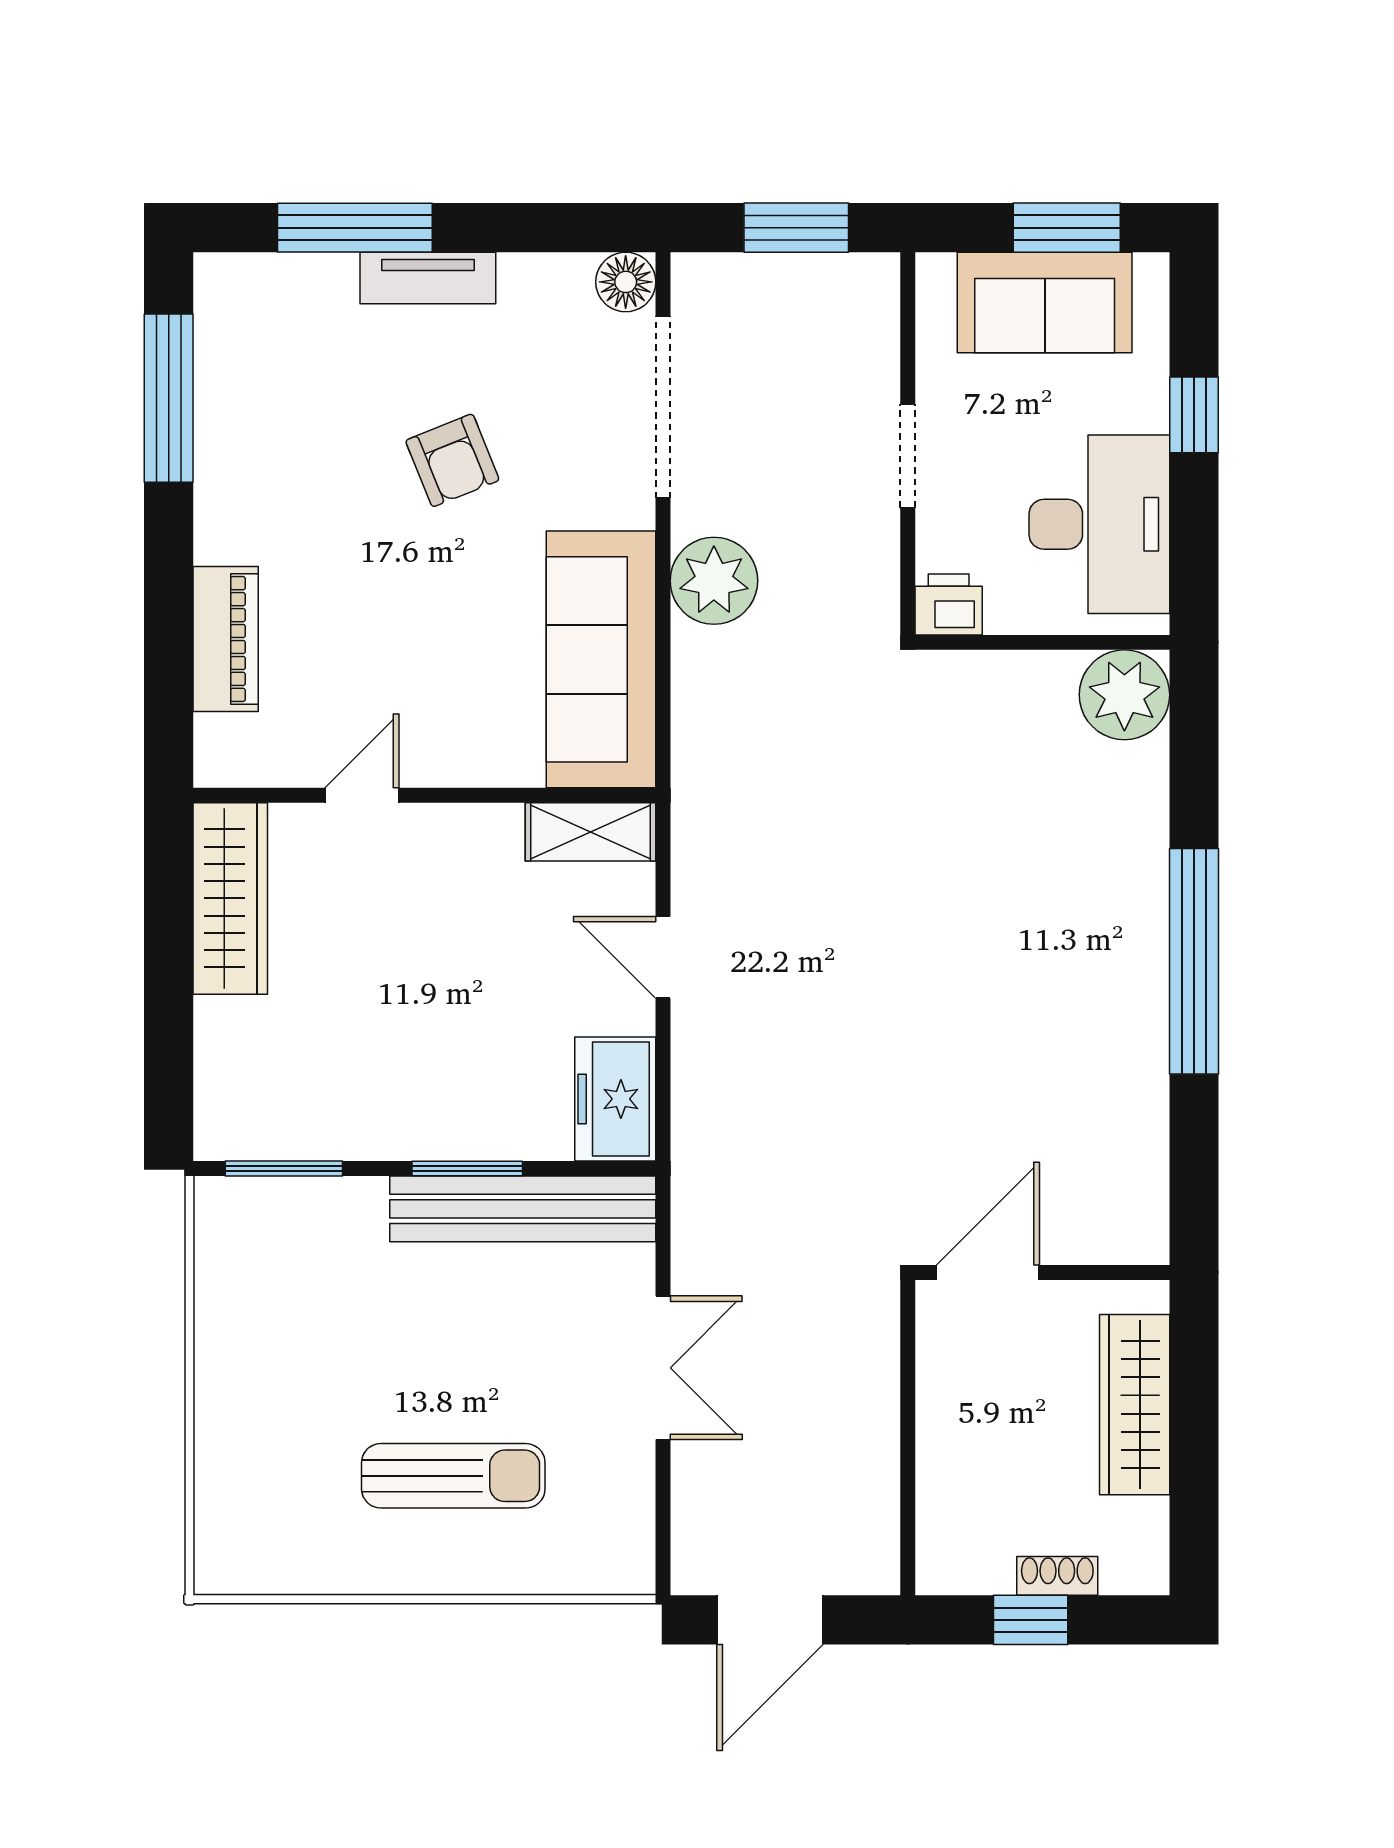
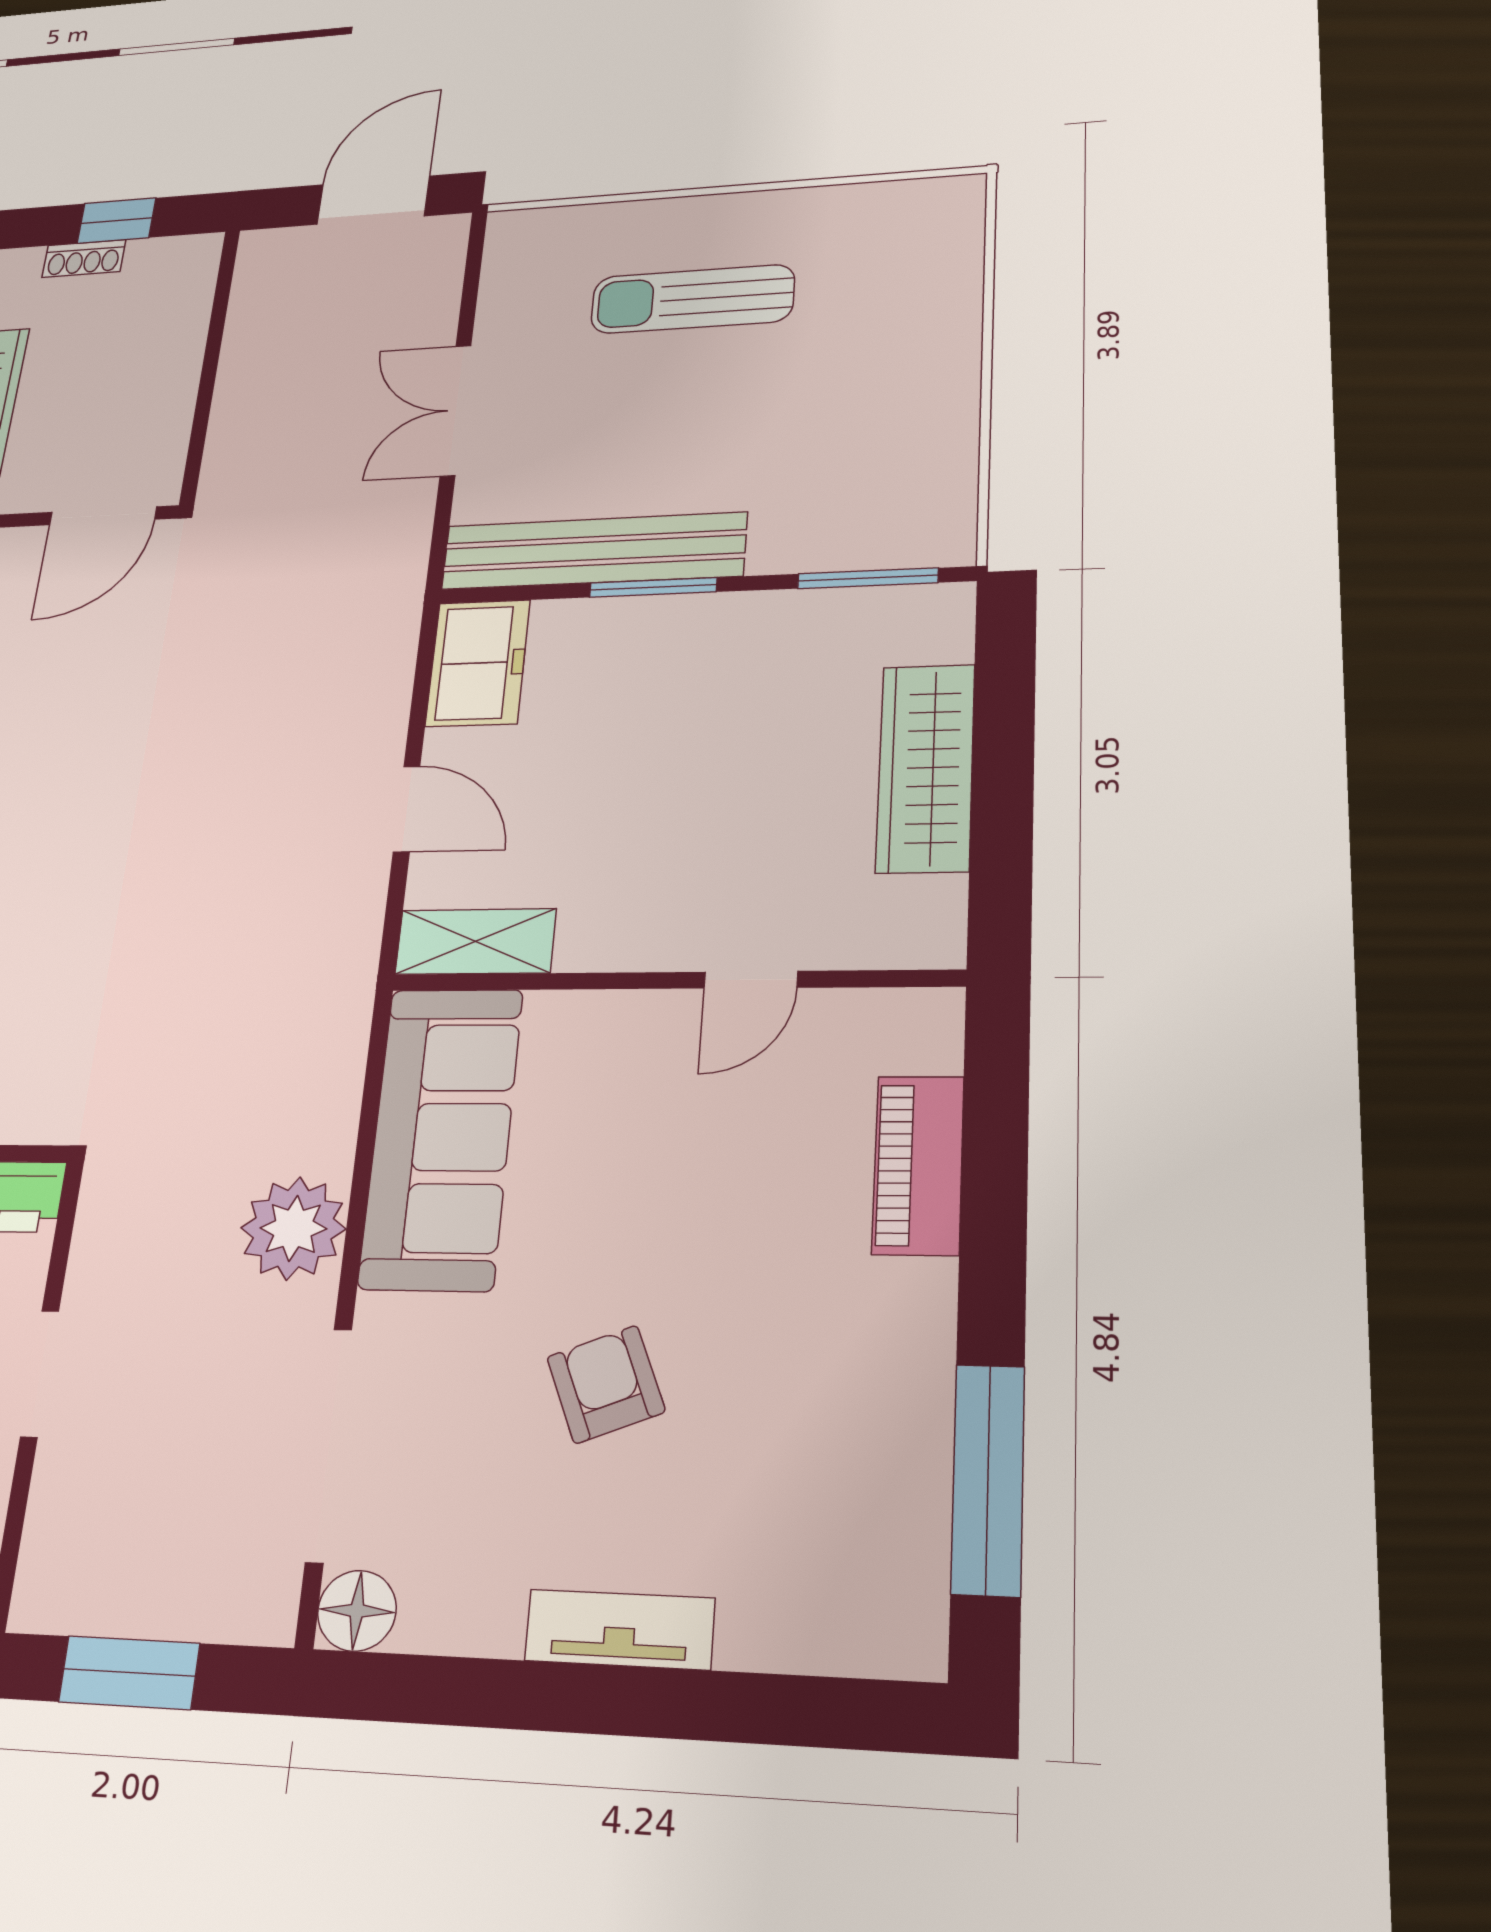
window: (355, 228) -> (716, 1706), removed
wardrobe: (230, 898) -> (926, 768), moved

